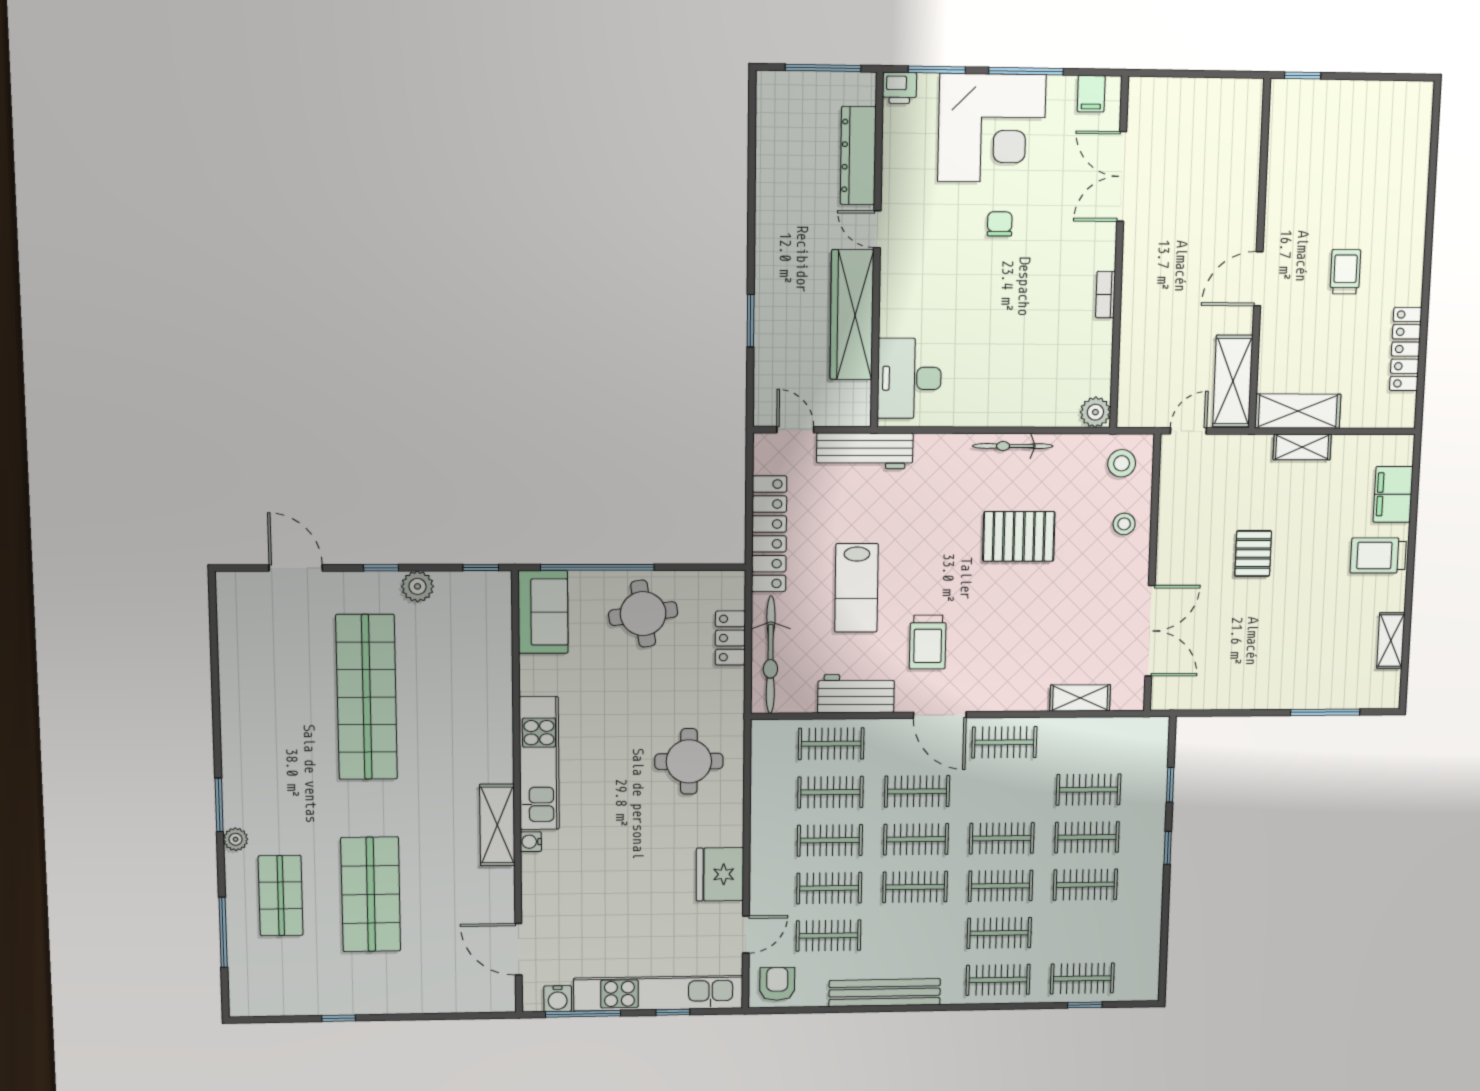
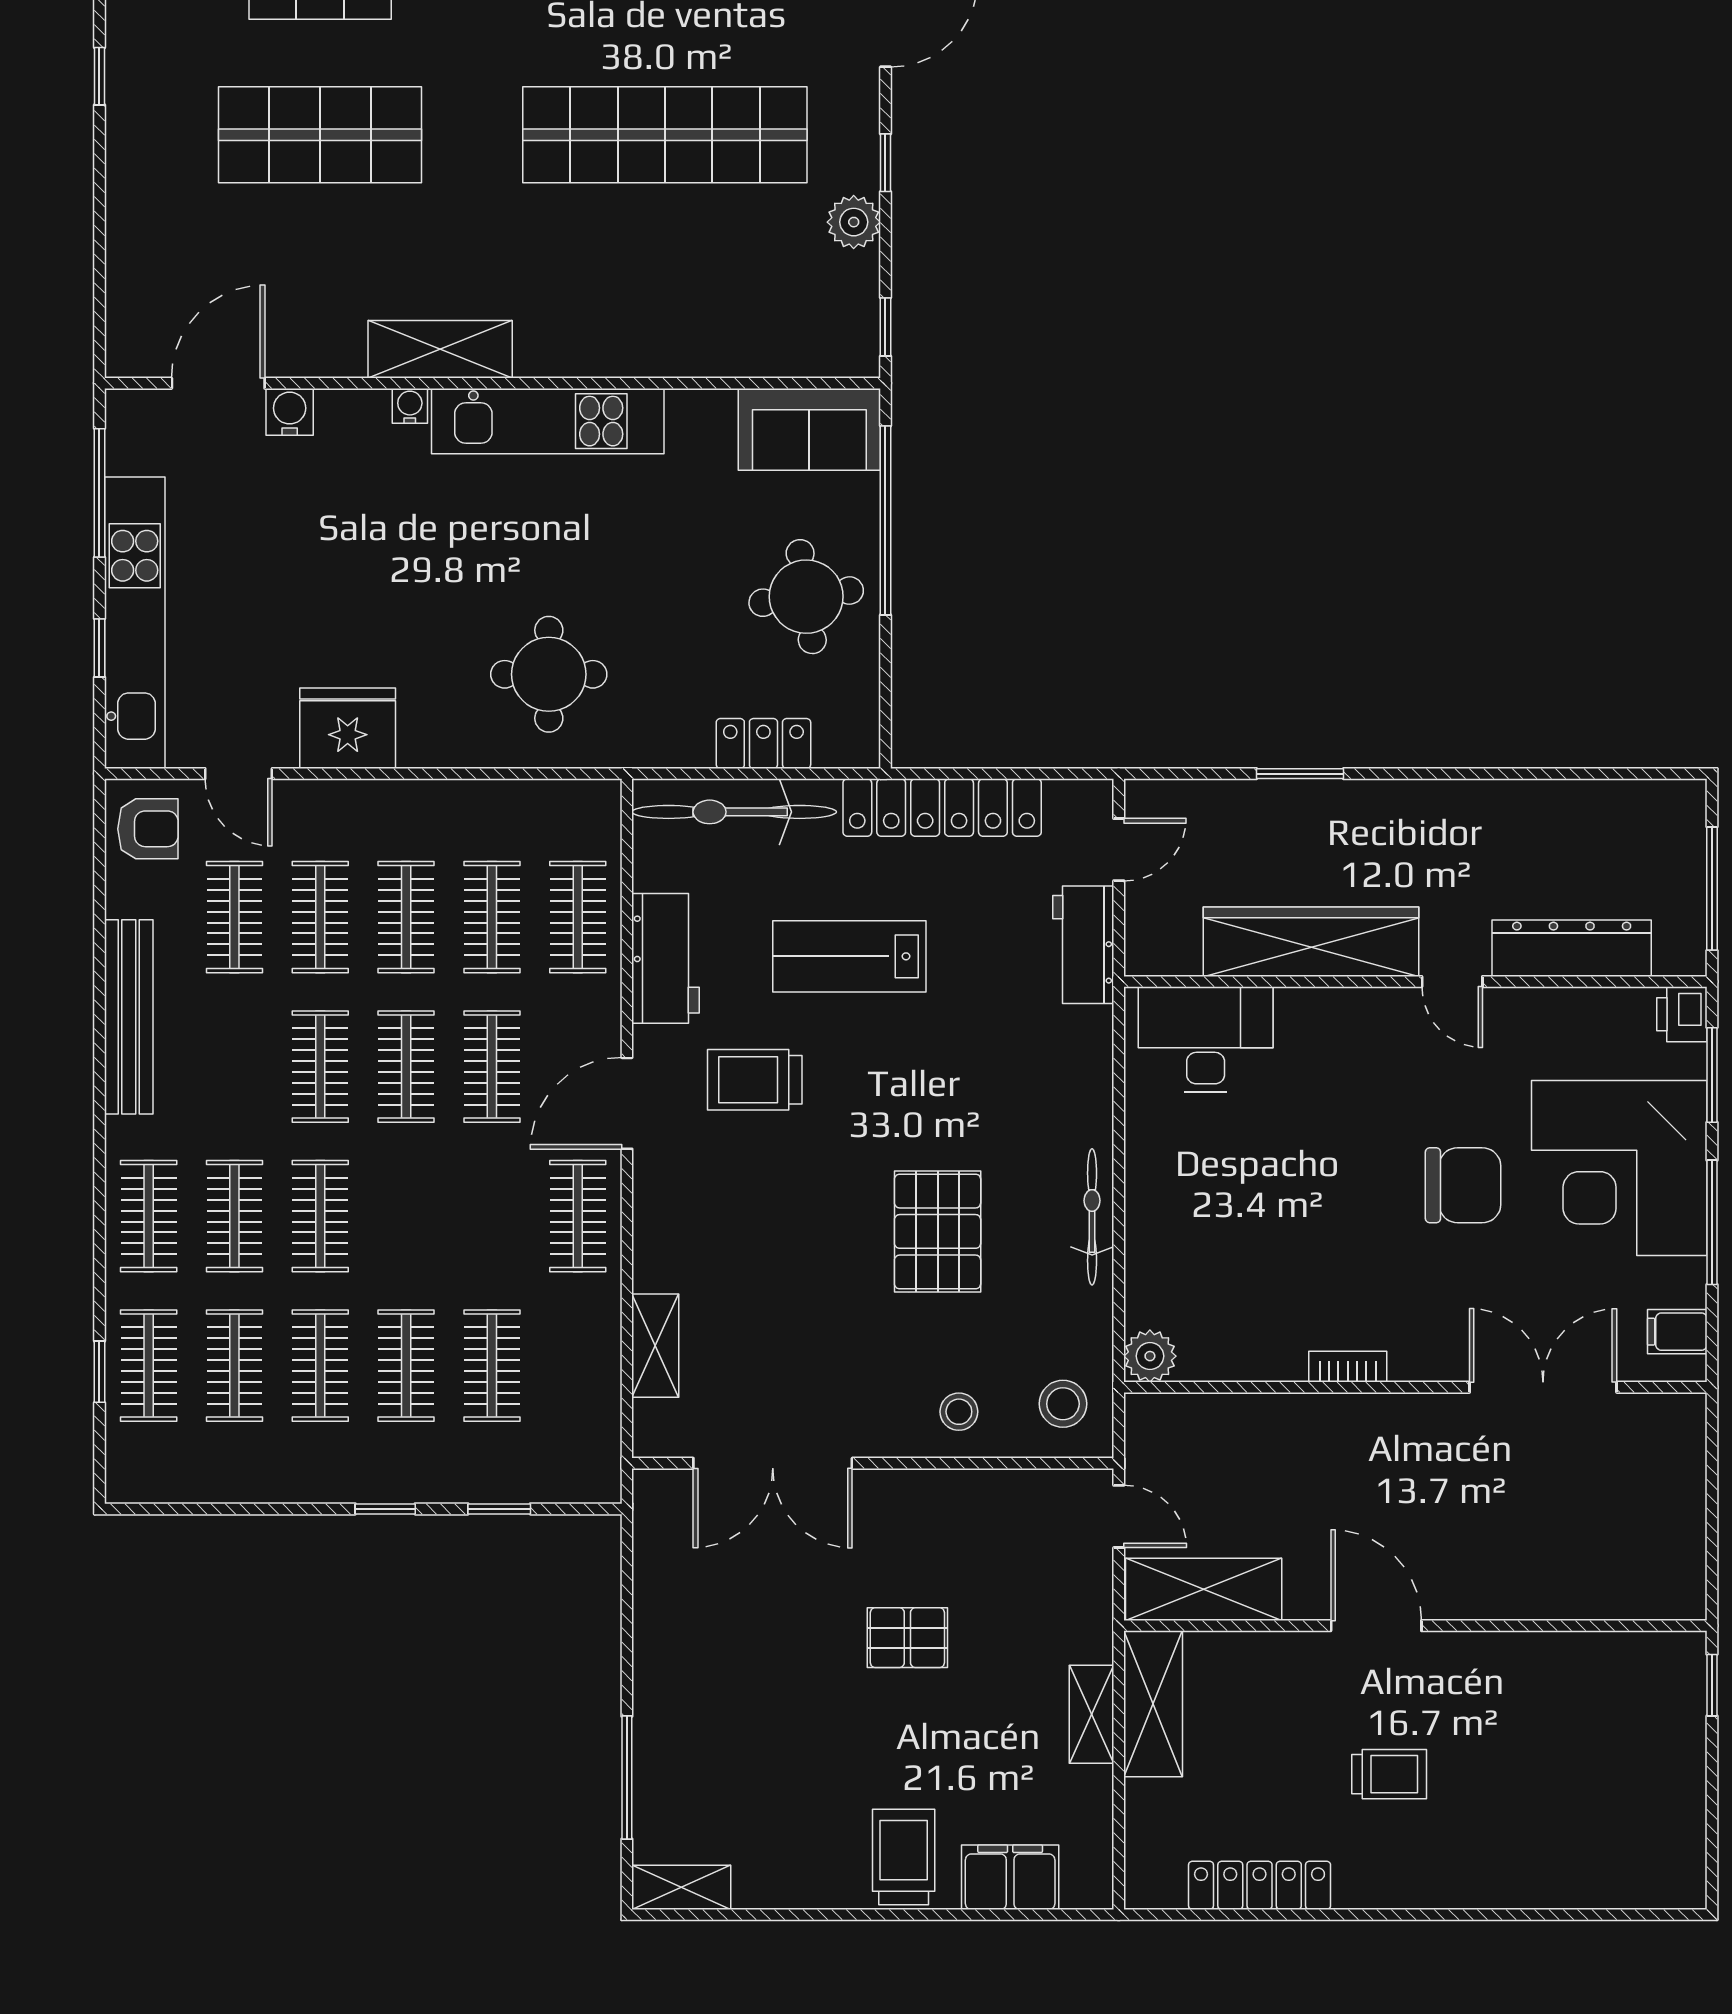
chair: (1000, 224) -> (1463, 1185), width x1.87, depth x1.87
door: (877, 229) -> (1452, 982), swing flipped
workbench: (865, 451) -> (1083, 945), width x0.73
shelving: (1391, 641) -> (681, 1887), moved
clothes rail: (1002, 838) -> (234, 1366), moved
water cooler: (558, 999) -> (290, 412), moved, turned 90

